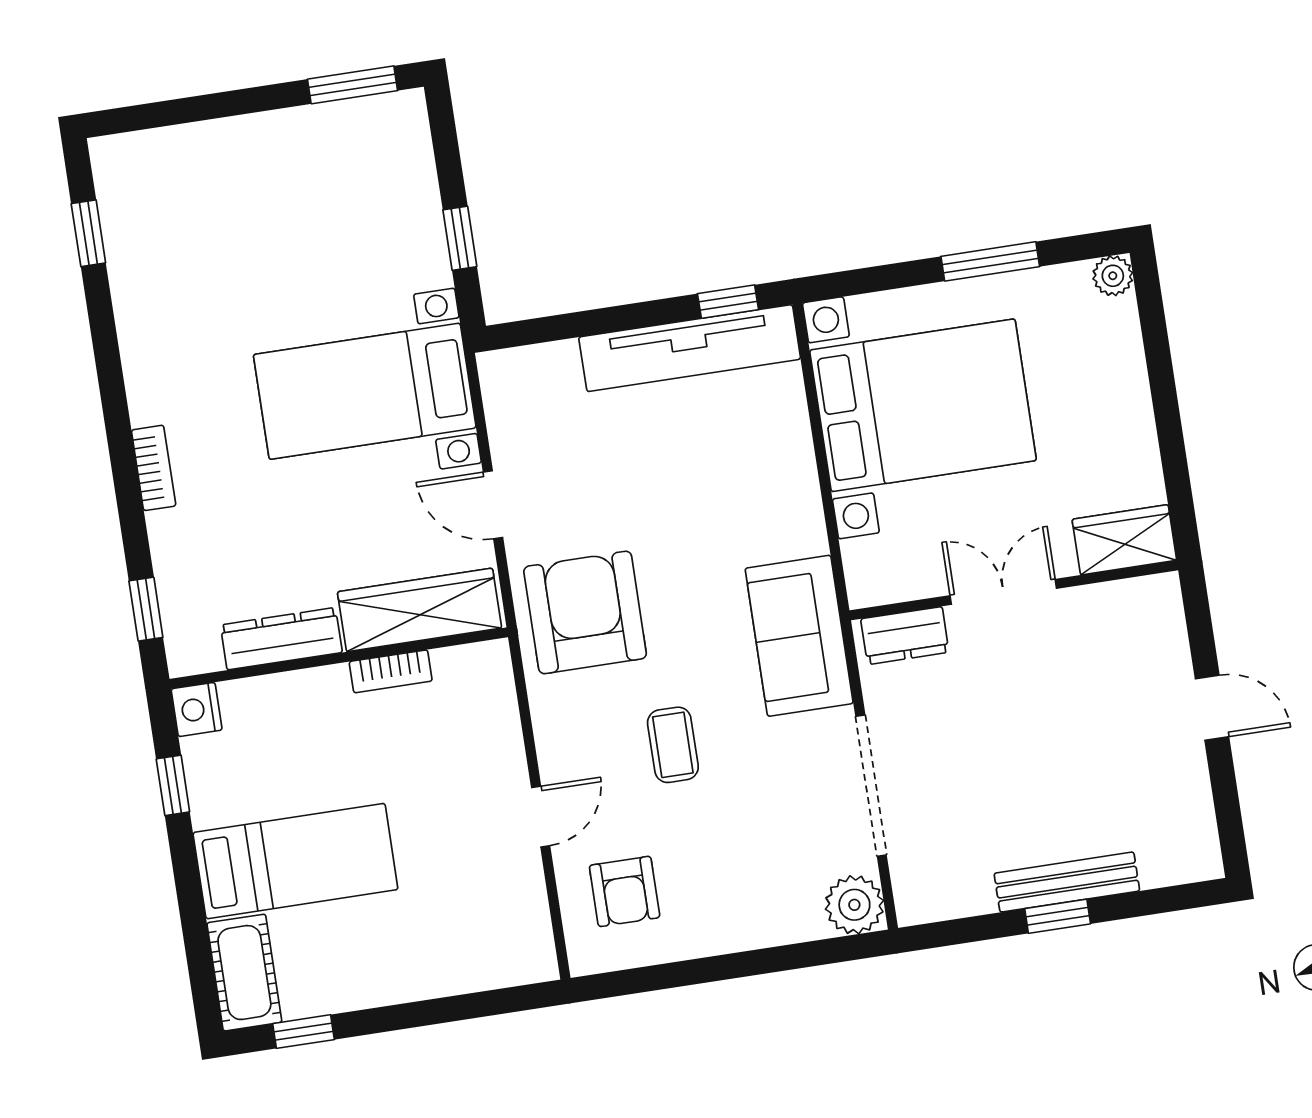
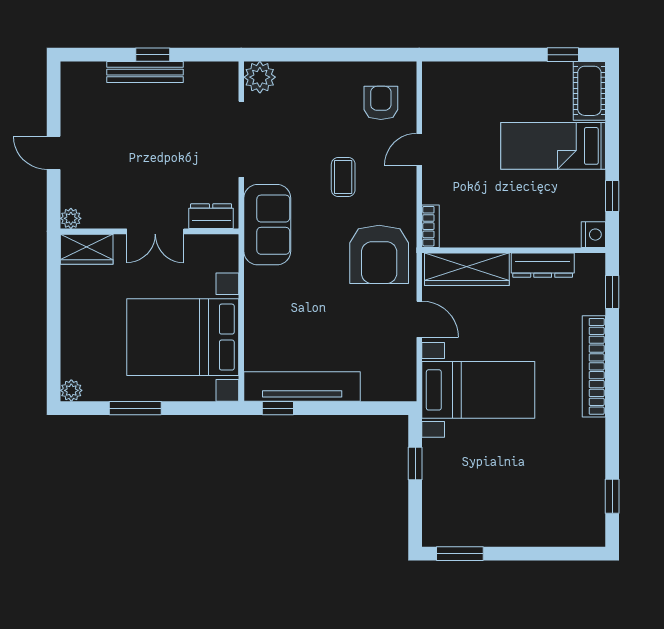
bookcase: (154, 468) -> (594, 366), width x2.31, depth x1.31
plant: (1162, 592) -> (71, 218), added
bookcase: (391, 671) -> (431, 226), moved, turned 90

